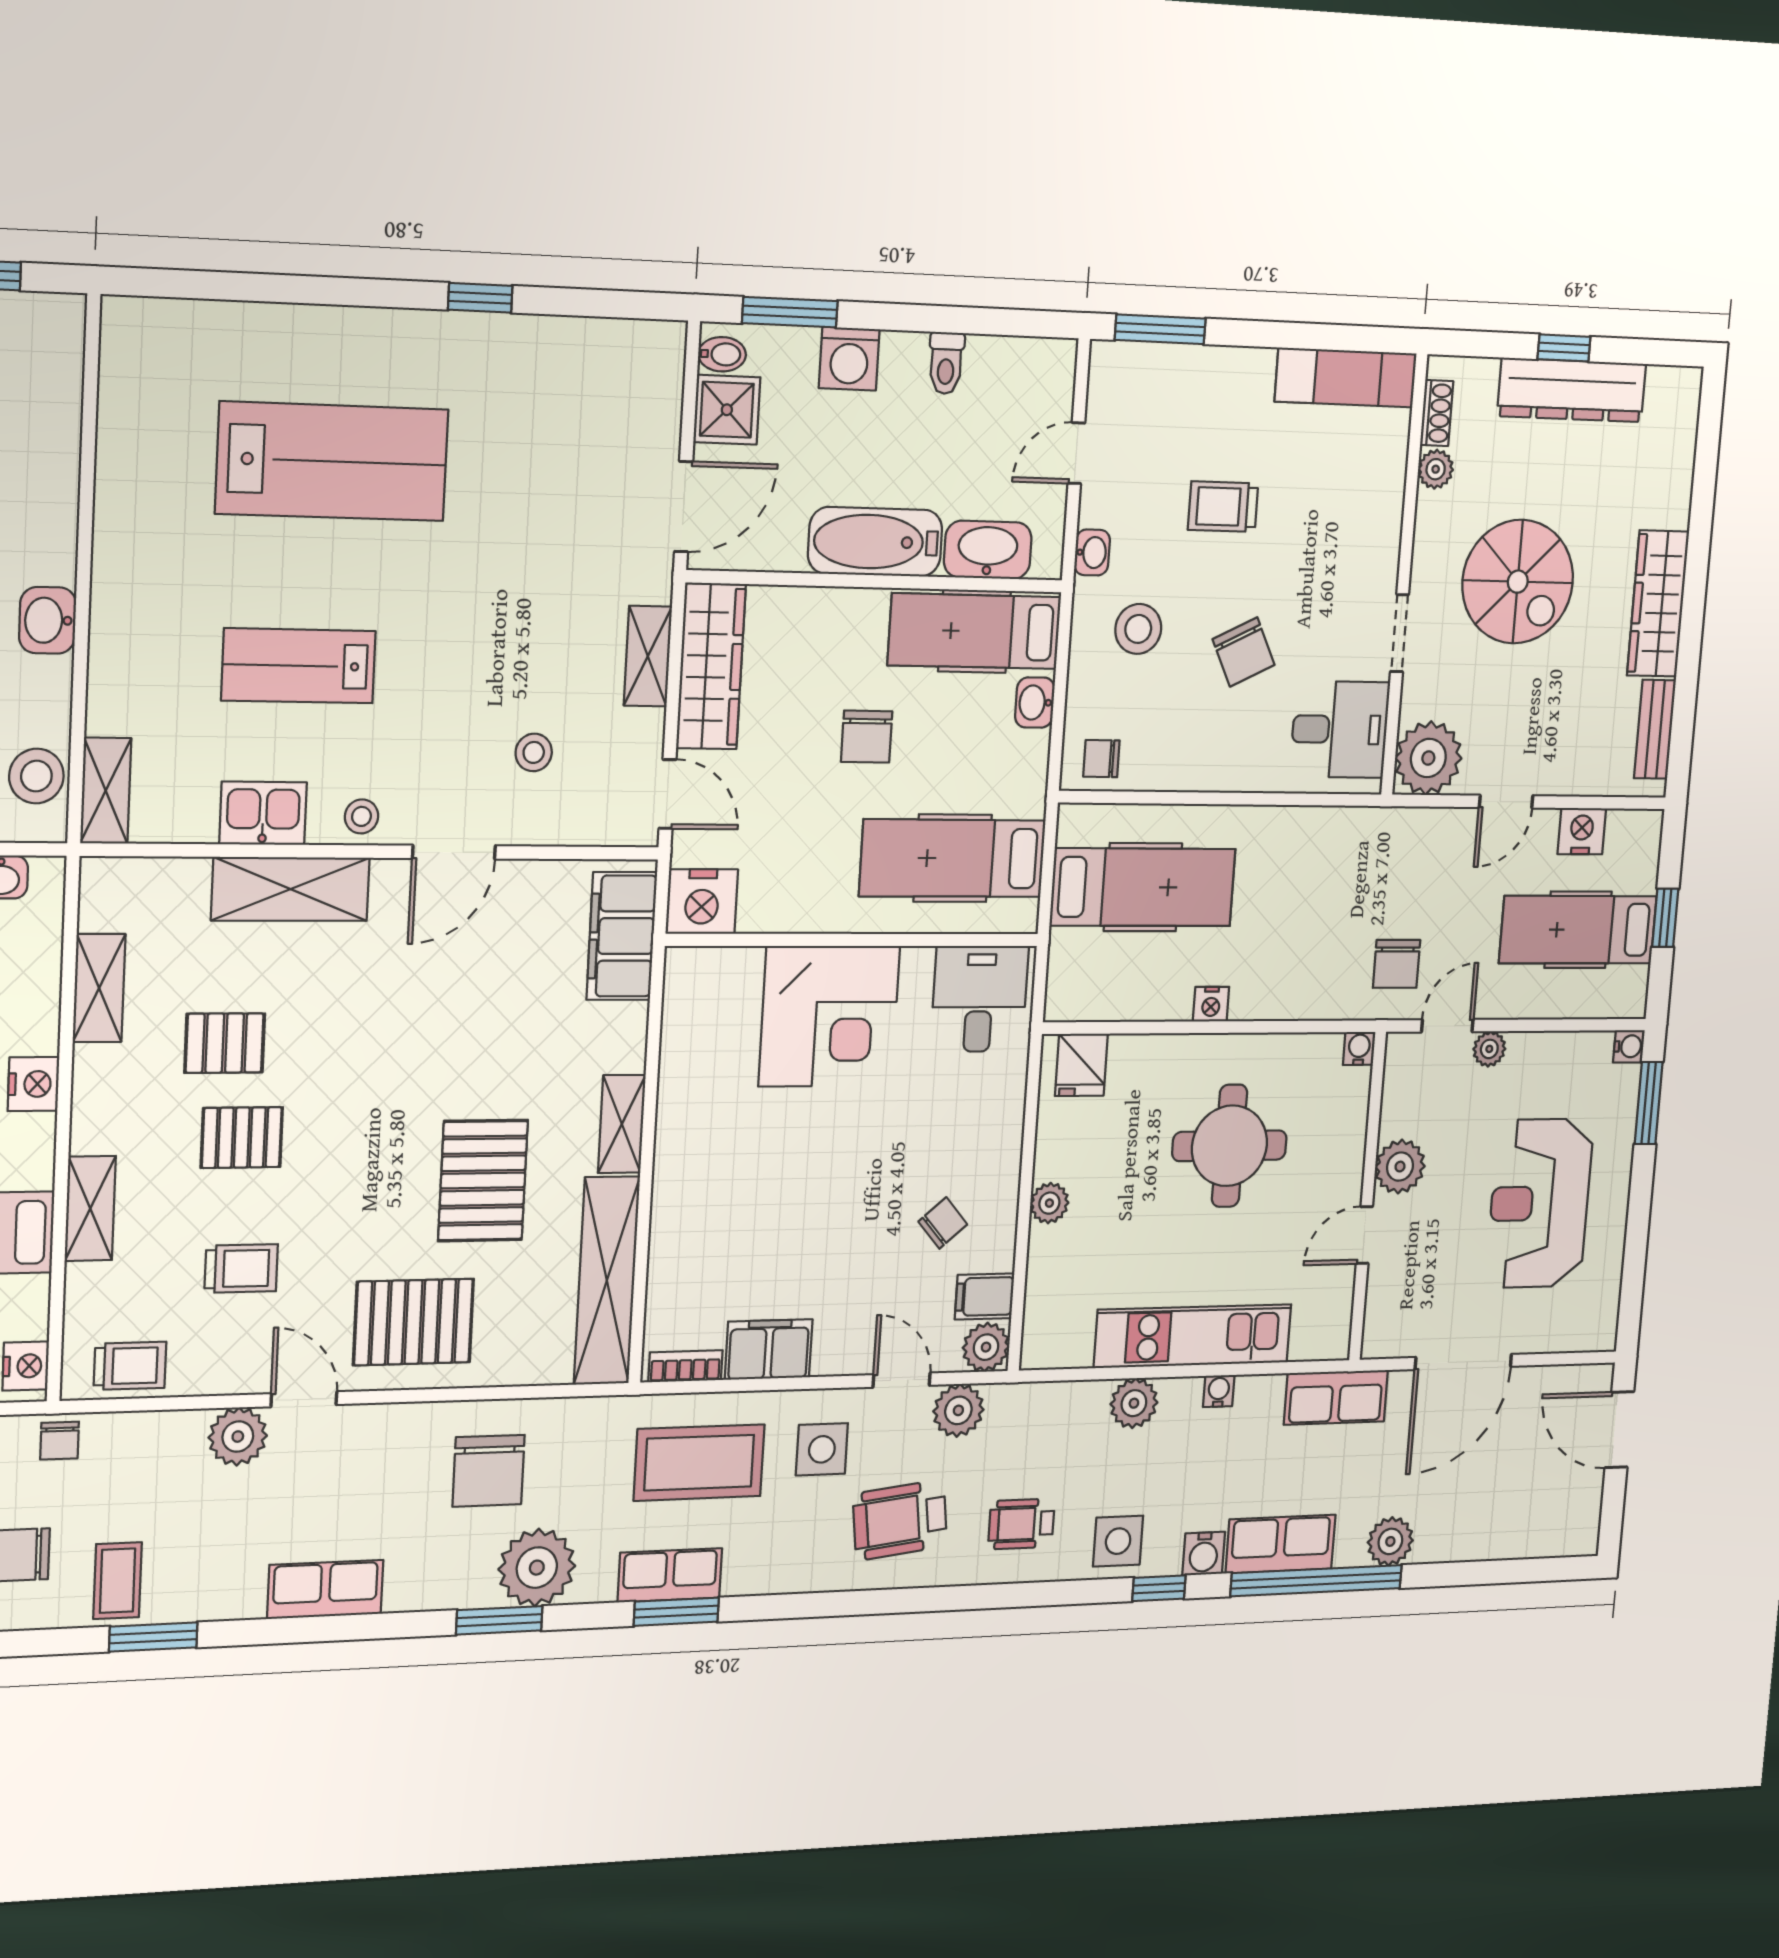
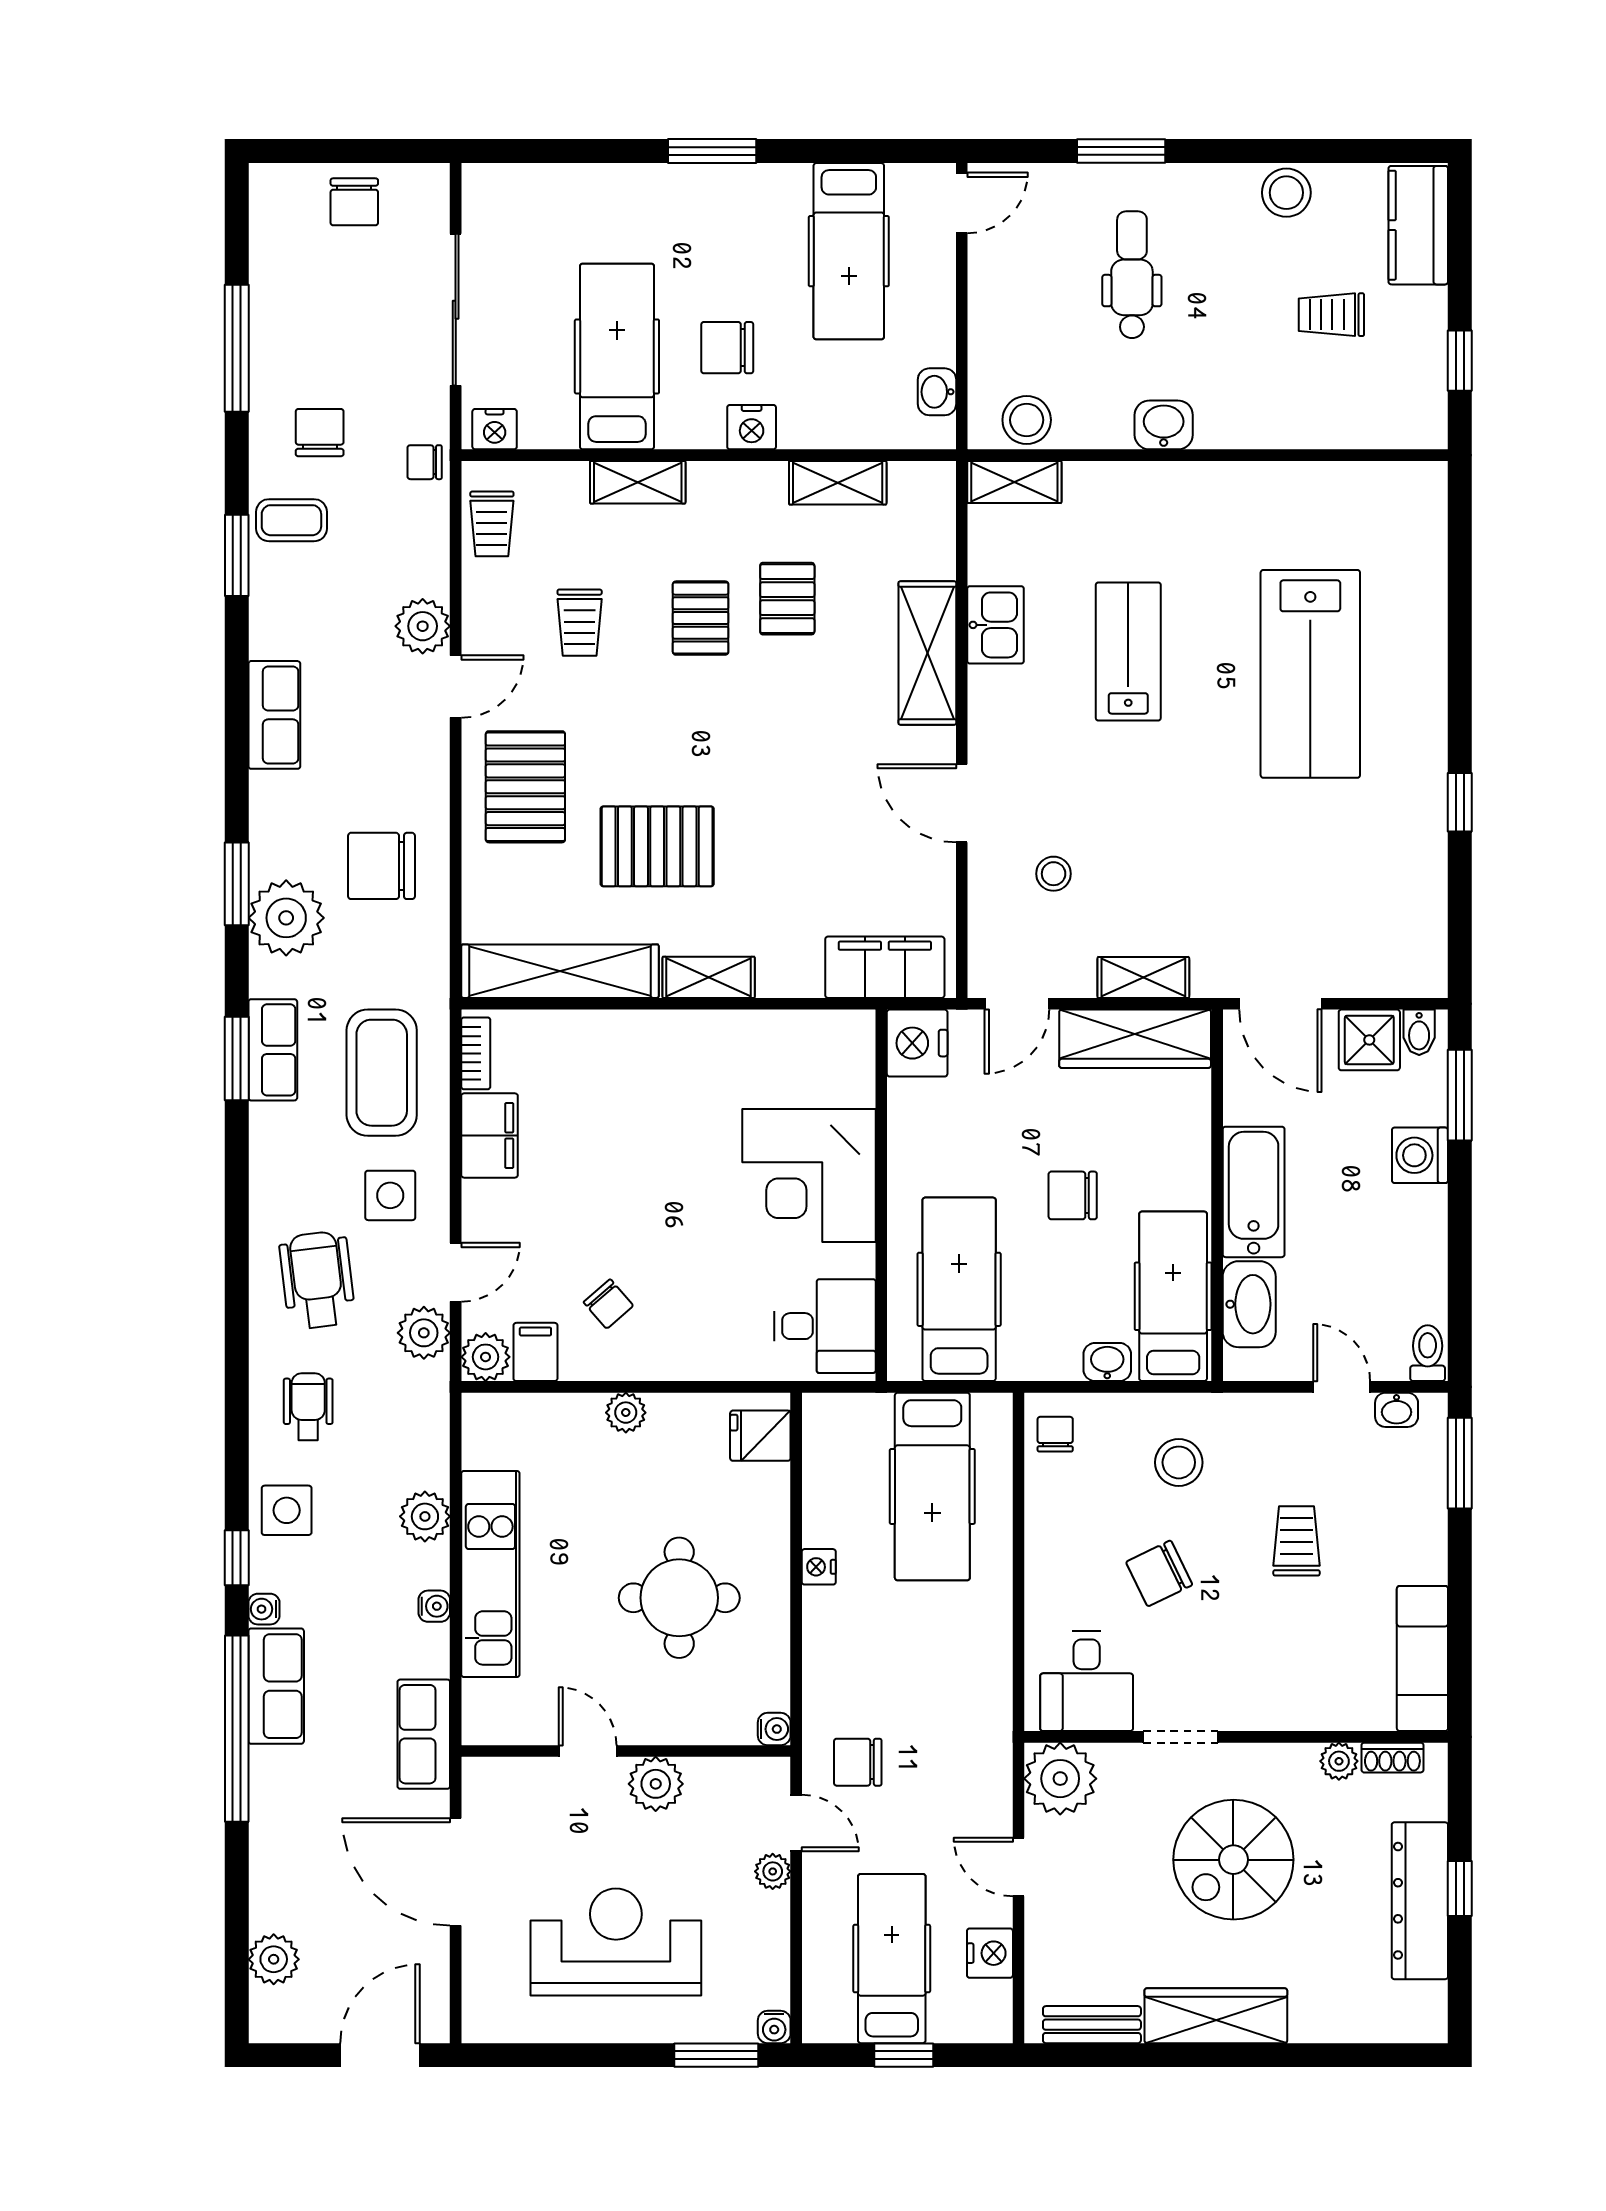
toilet: (946, 363) -> (1428, 1353), moved, turned 90
washbasin: (1092, 552) -> (1397, 1410), moved
stool: (361, 816) -> (994, 715), removed
plant: (1390, 1541) -> (274, 1959), moved
water cooler: (1204, 1554) -> (264, 1609), width x0.72, depth x0.72

